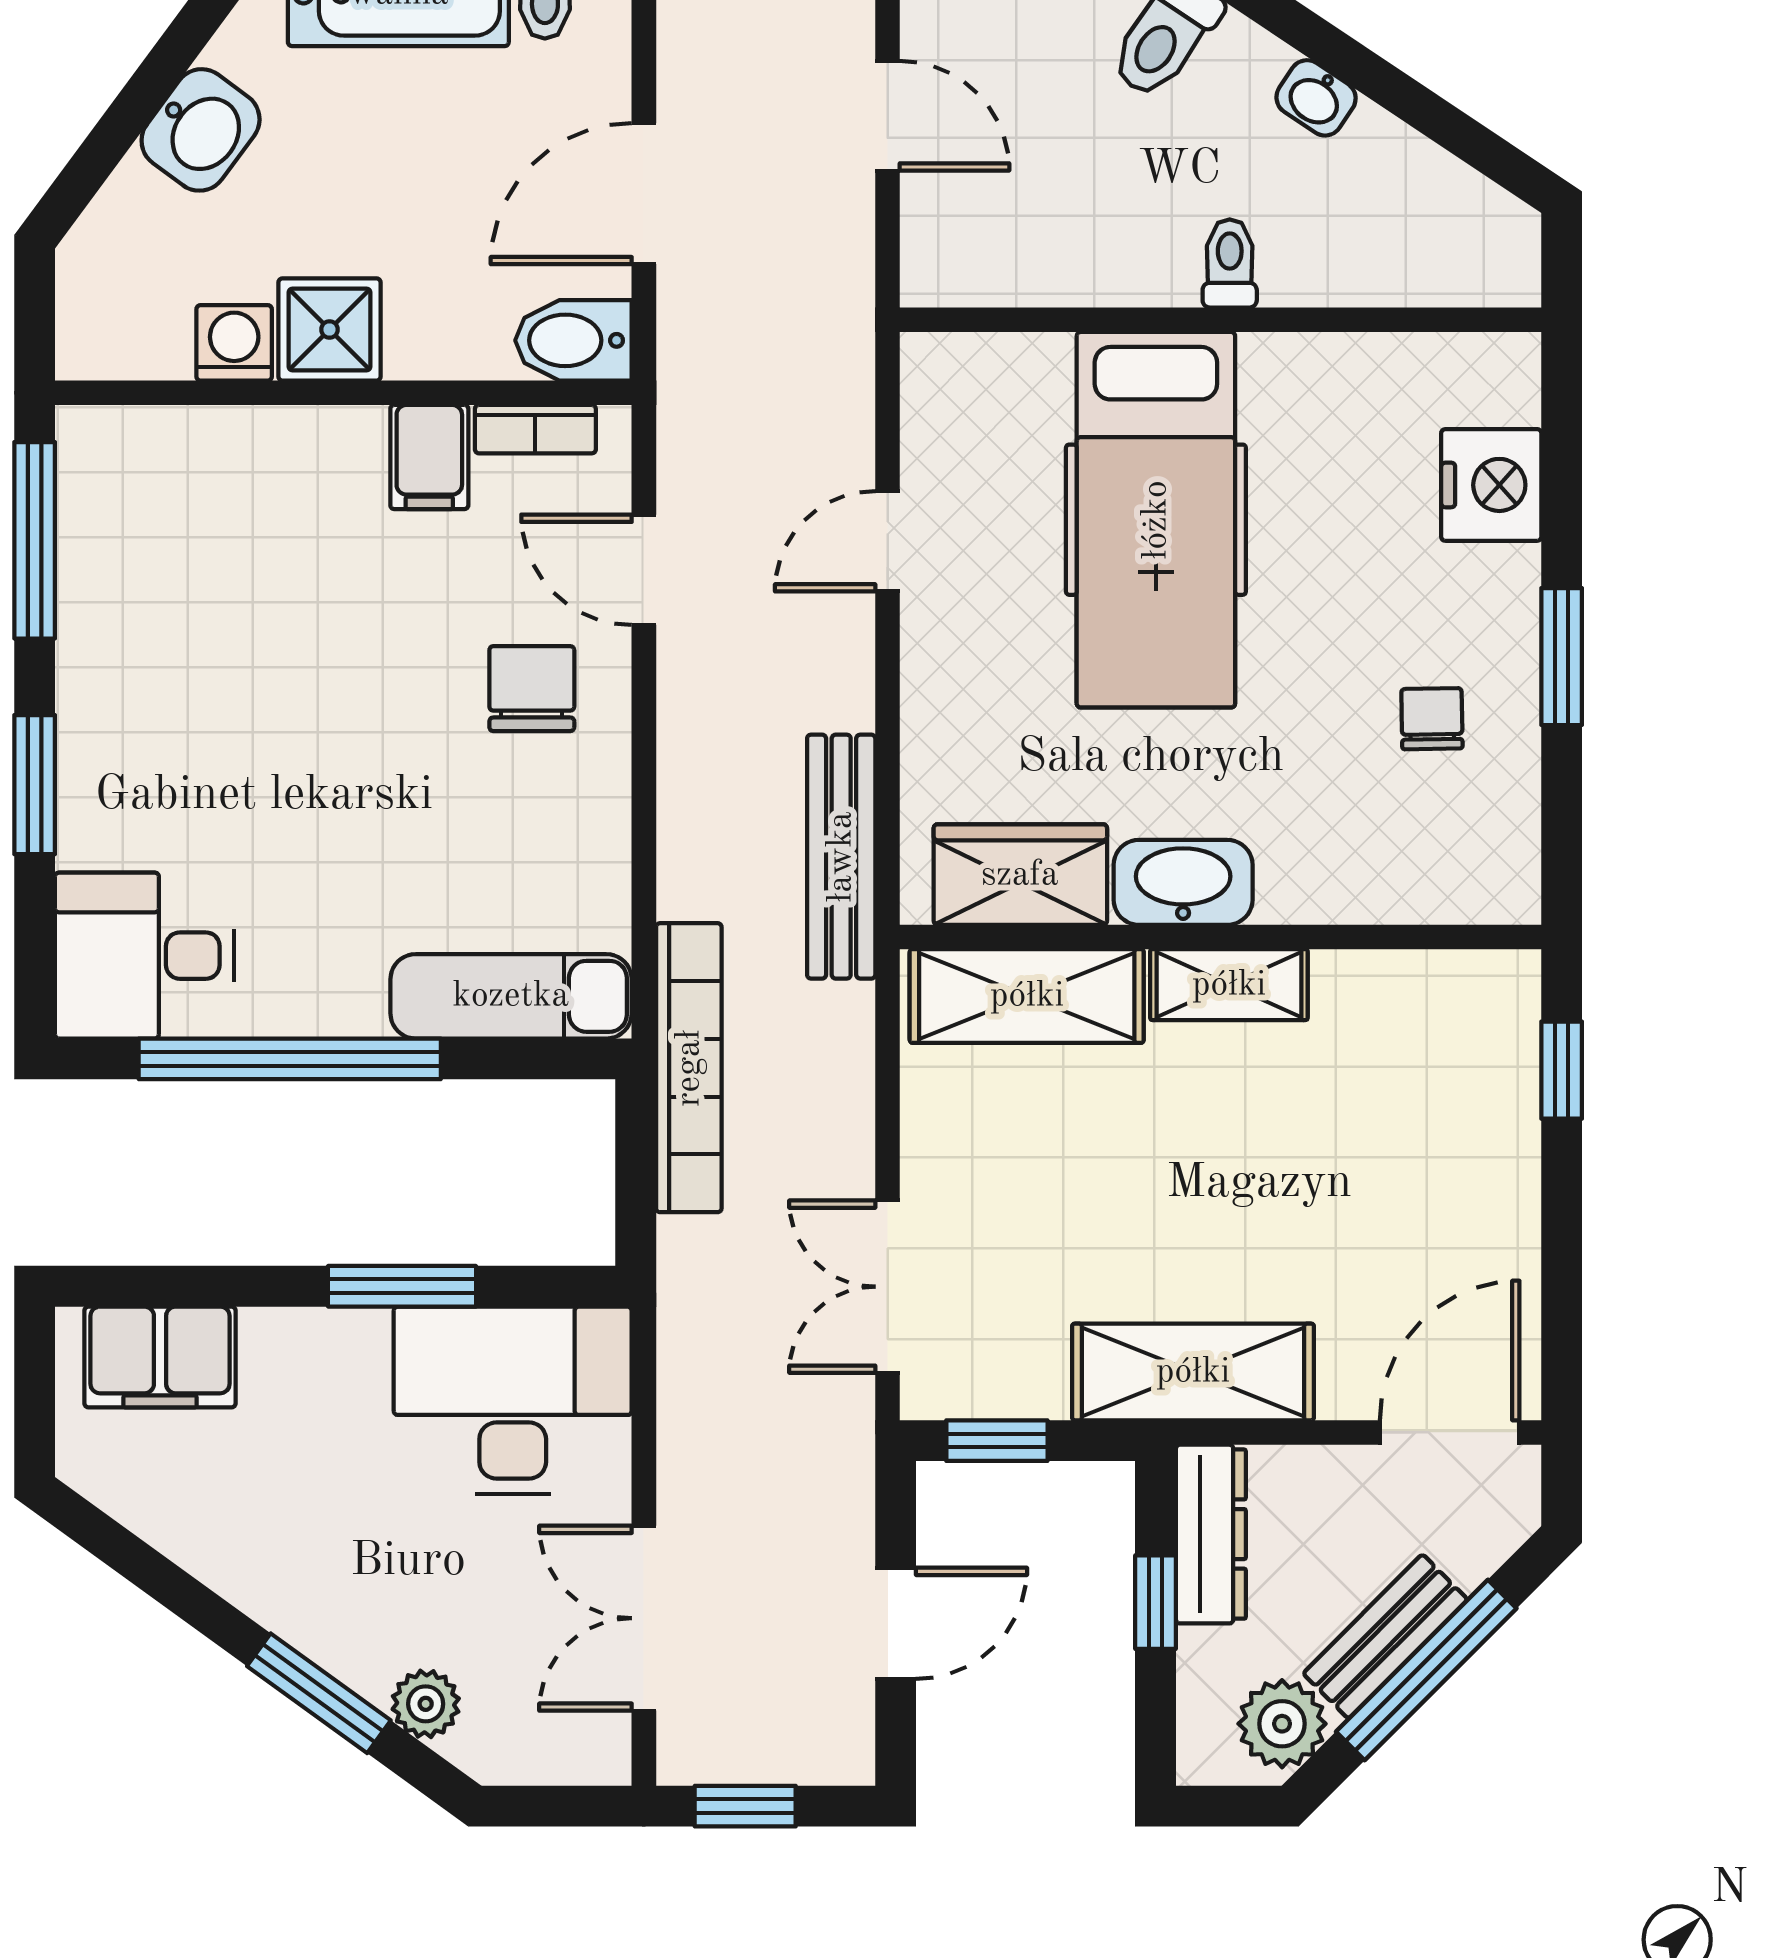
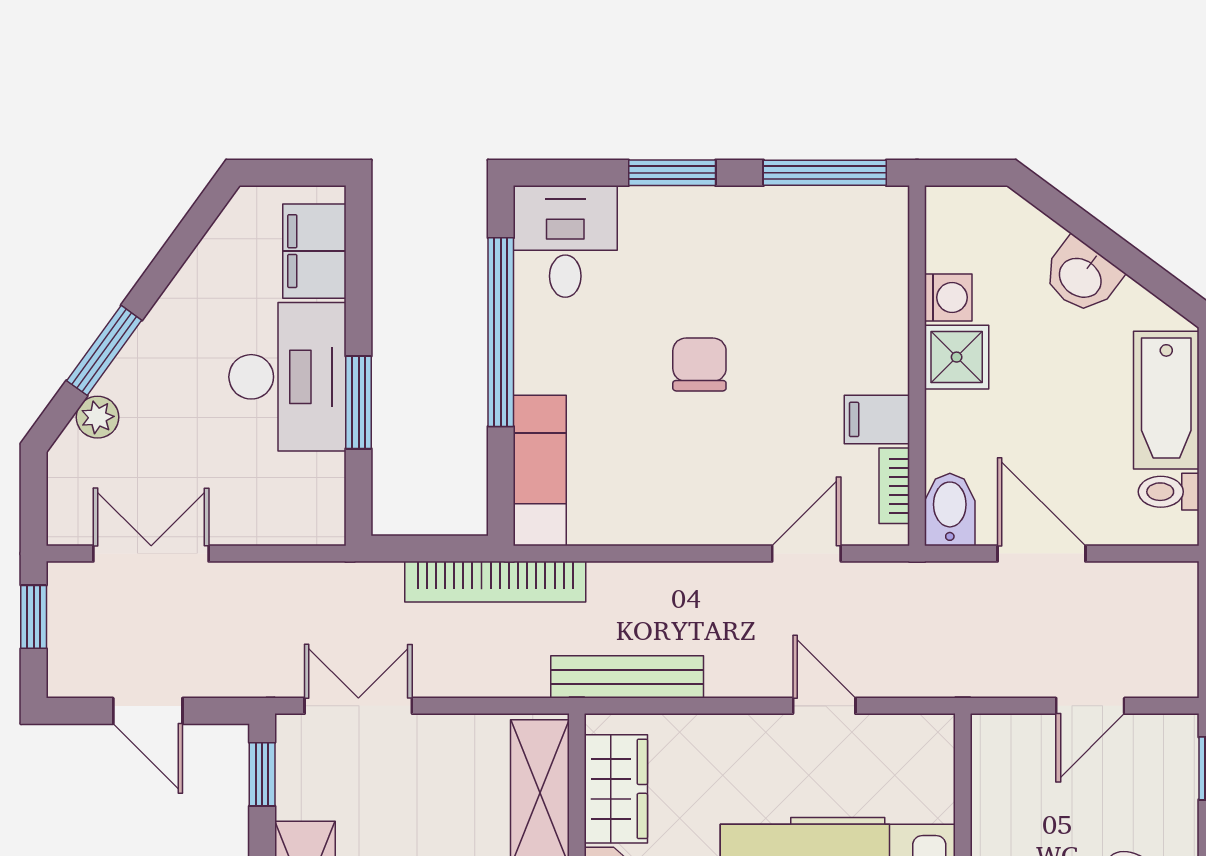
chair: (532, 689) -> (699, 364), moved, turned -90
desk: (513, 1400) -> (287, 377), moved

